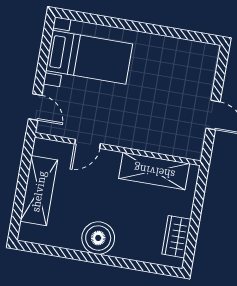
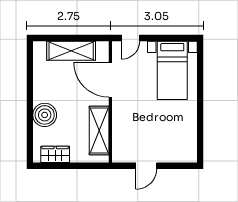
door: (87, 144) -> (110, 80), width x1.87
boiler: (98, 238) -> (45, 115), moved

